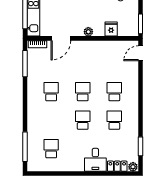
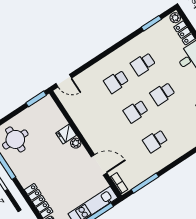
fridge: (111, 29) -> (66, 134), moved

